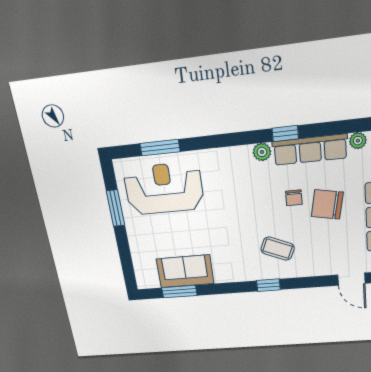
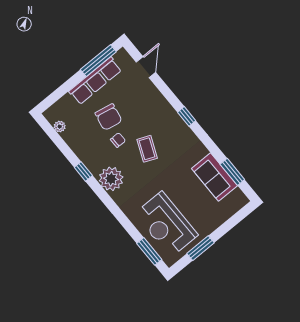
window: (160, 148) -> (149, 251), moved
row of seats: (310, 150) -> (83, 150), removed
plant: (262, 152) -> (111, 179), width x1.88, depth x1.88
coffee table: (278, 249) -> (147, 149), moved

